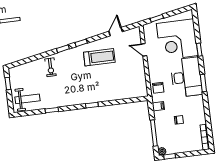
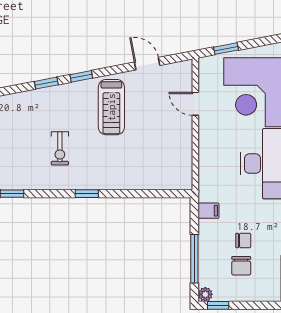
door: (116, 32) -> (147, 64), hinge flipped
treadmill: (99, 57) -> (111, 107), turned 90
exercise bike: (50, 67) -> (60, 148), moved
chair: (158, 88) -> (241, 266), moved

